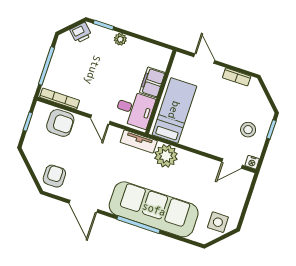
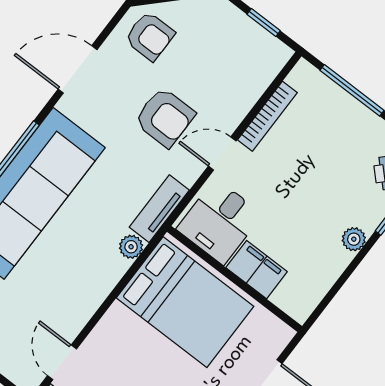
bookcase: (60, 99) -> (267, 116), moved
bed: (174, 110) -> (185, 302), width x1.50
armchair: (60, 123) -> (165, 117), moved, turned -90
plant: (166, 156) -> (131, 247), width x0.53, depth x0.53

